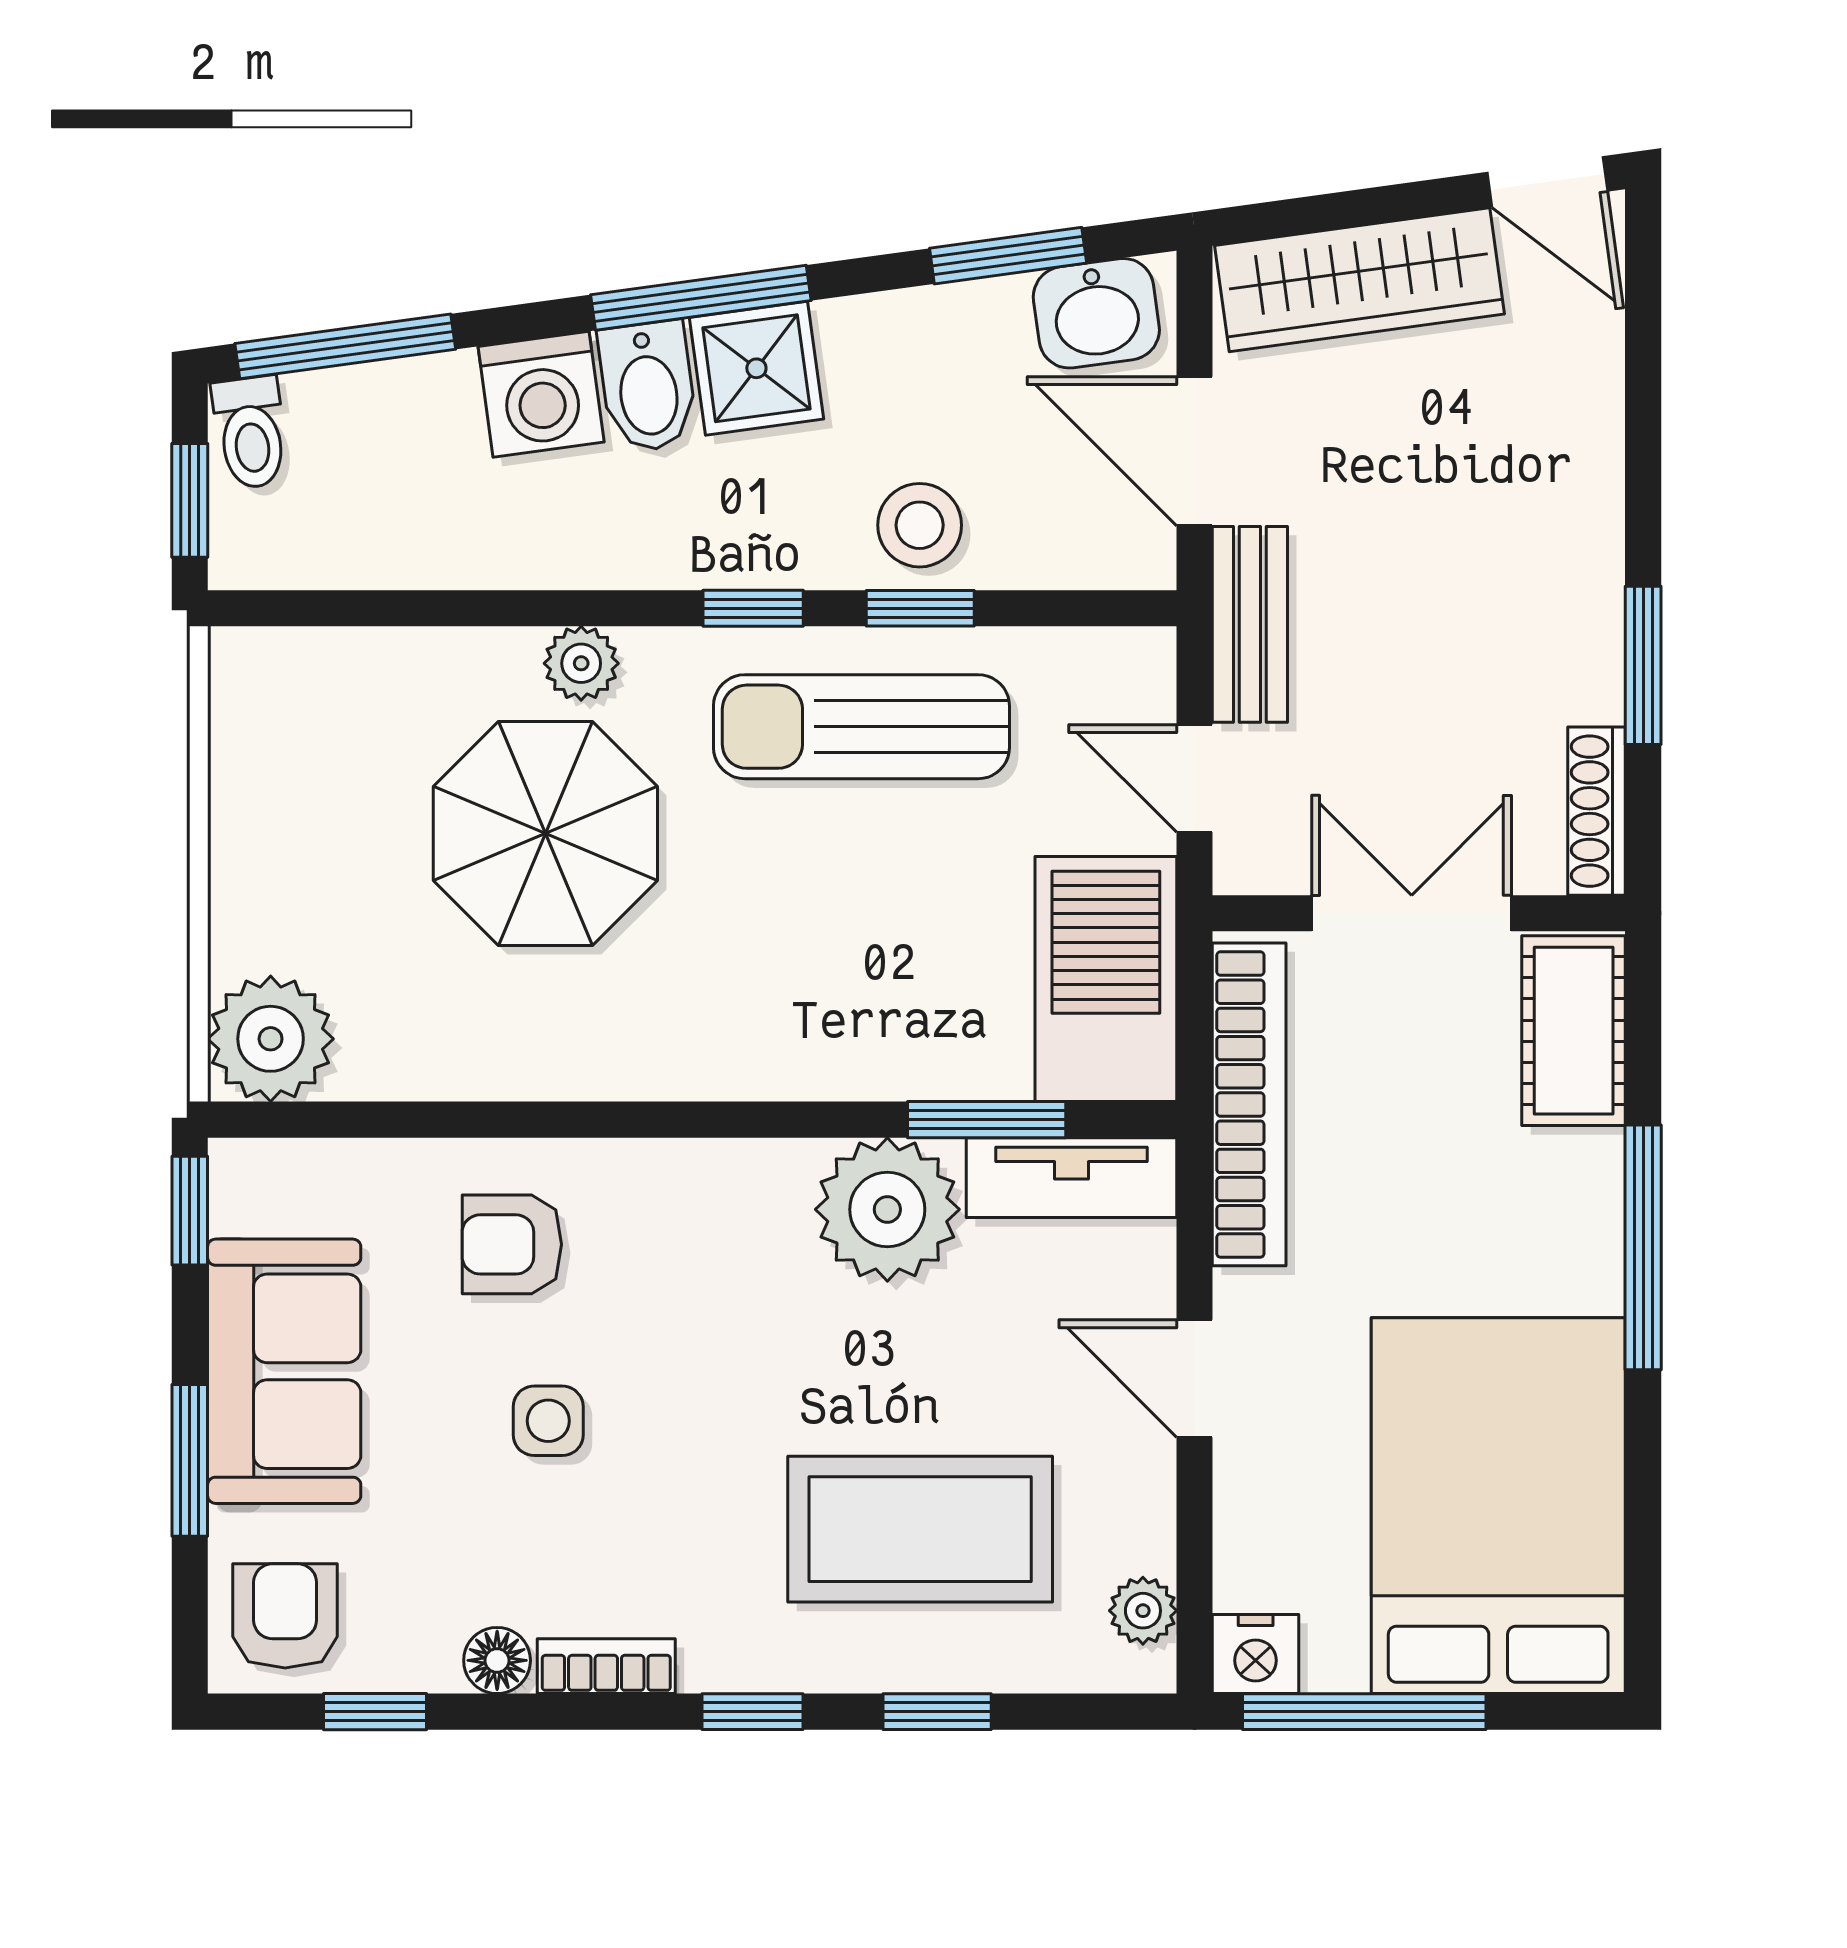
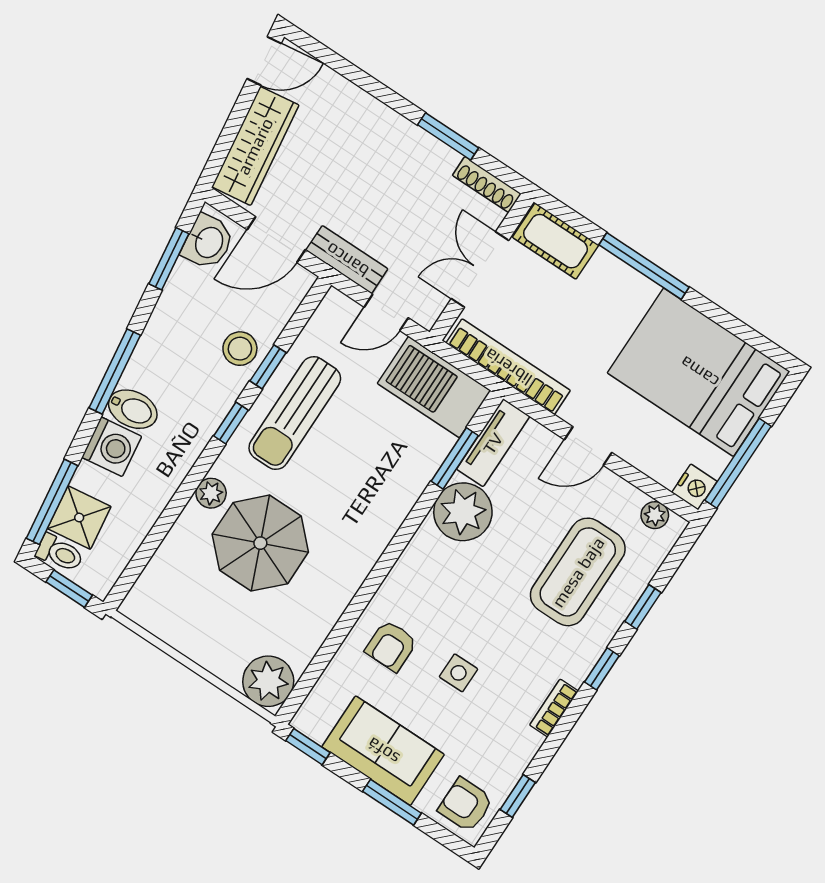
shower: (756, 368) -> (79, 518), moved
floor lamp: (497, 1660) -> (528, 743), removed

